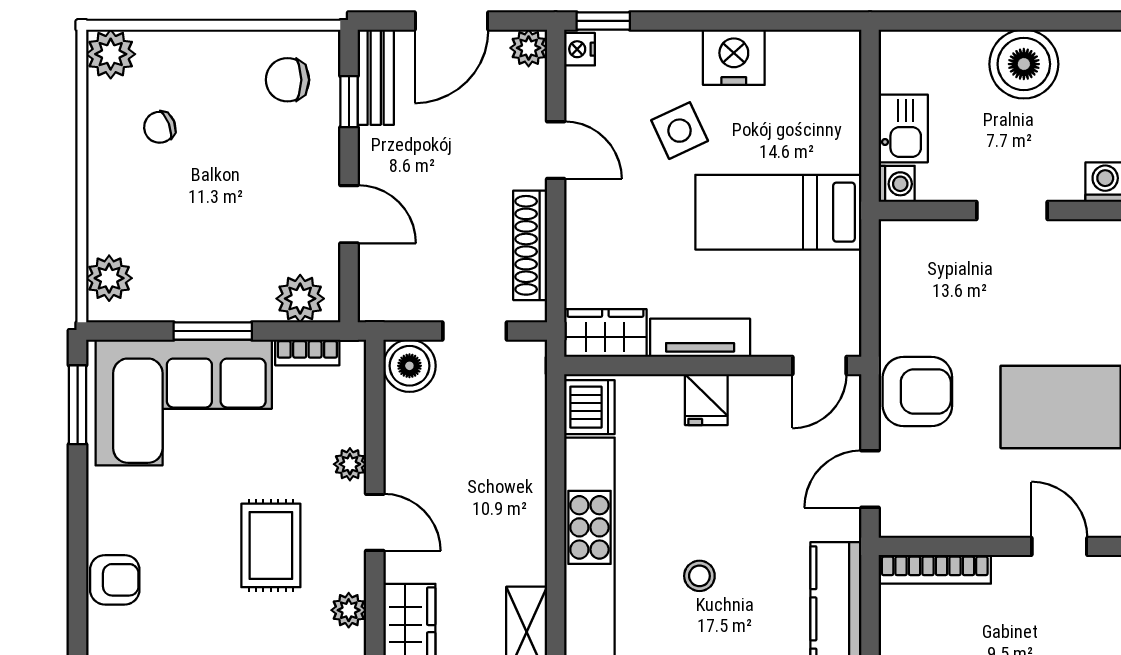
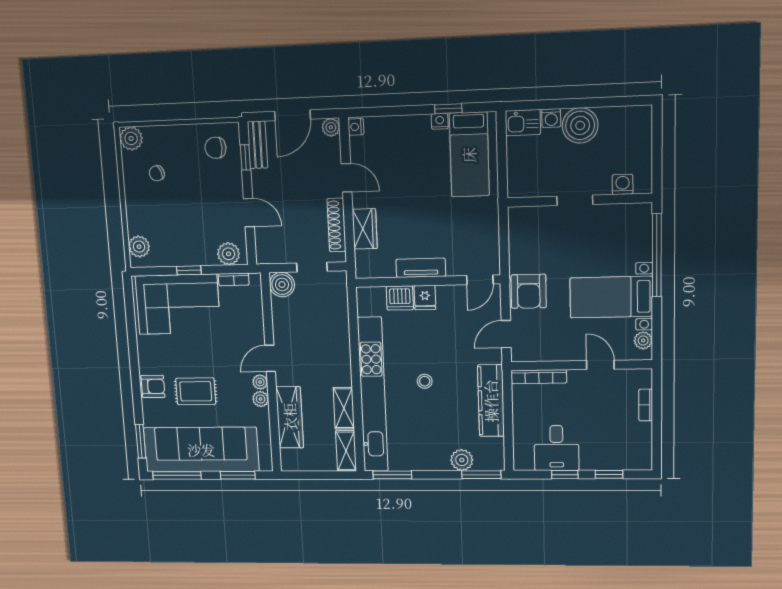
window: (603, 21) -> (448, 109), moved
nightstand: (734, 57) -> (440, 121), width x0.53, depth x0.56
kitchen sink: (903, 128) -> (523, 123), moved, turned 90
side table: (680, 131) -> (407, 166), removed
washing machine: (897, 184) -> (551, 118), moved, turned 90
bed: (778, 212) -> (469, 155), moved, turned -90
window: (213, 331) -> (189, 270), width x0.67
wardrobe: (605, 333) -> (365, 229), moved, turned 90
armchair: (917, 391) -> (529, 291), turned 90
window: (78, 405) -> (129, 306), removed
dishwasher: (589, 407) -> (400, 298), moved, turned 90
plant: (350, 464) -> (260, 382), moved
door: (375, 522) -> (270, 358), swing flipped
rug: (271, 545) -> (196, 391), moved, turned 90

